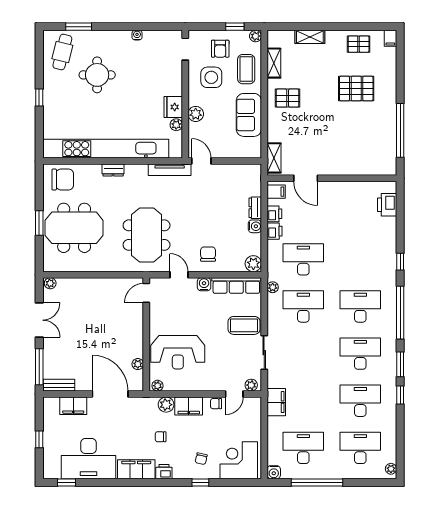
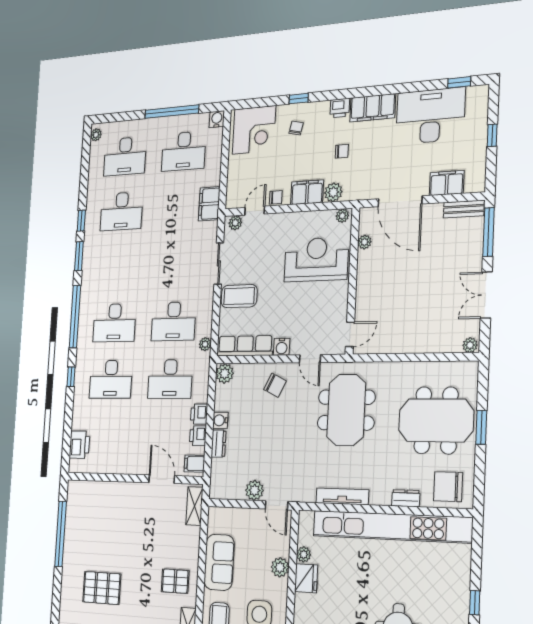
dresser: (113, 170) -> (406, 498), moved
tv unit: (170, 170) -> (342, 496), moved
plant: (221, 172) -> (254, 490), added
chair: (208, 254) -> (275, 385), turned -64
desk: (360, 354) -> (111, 379), moved

